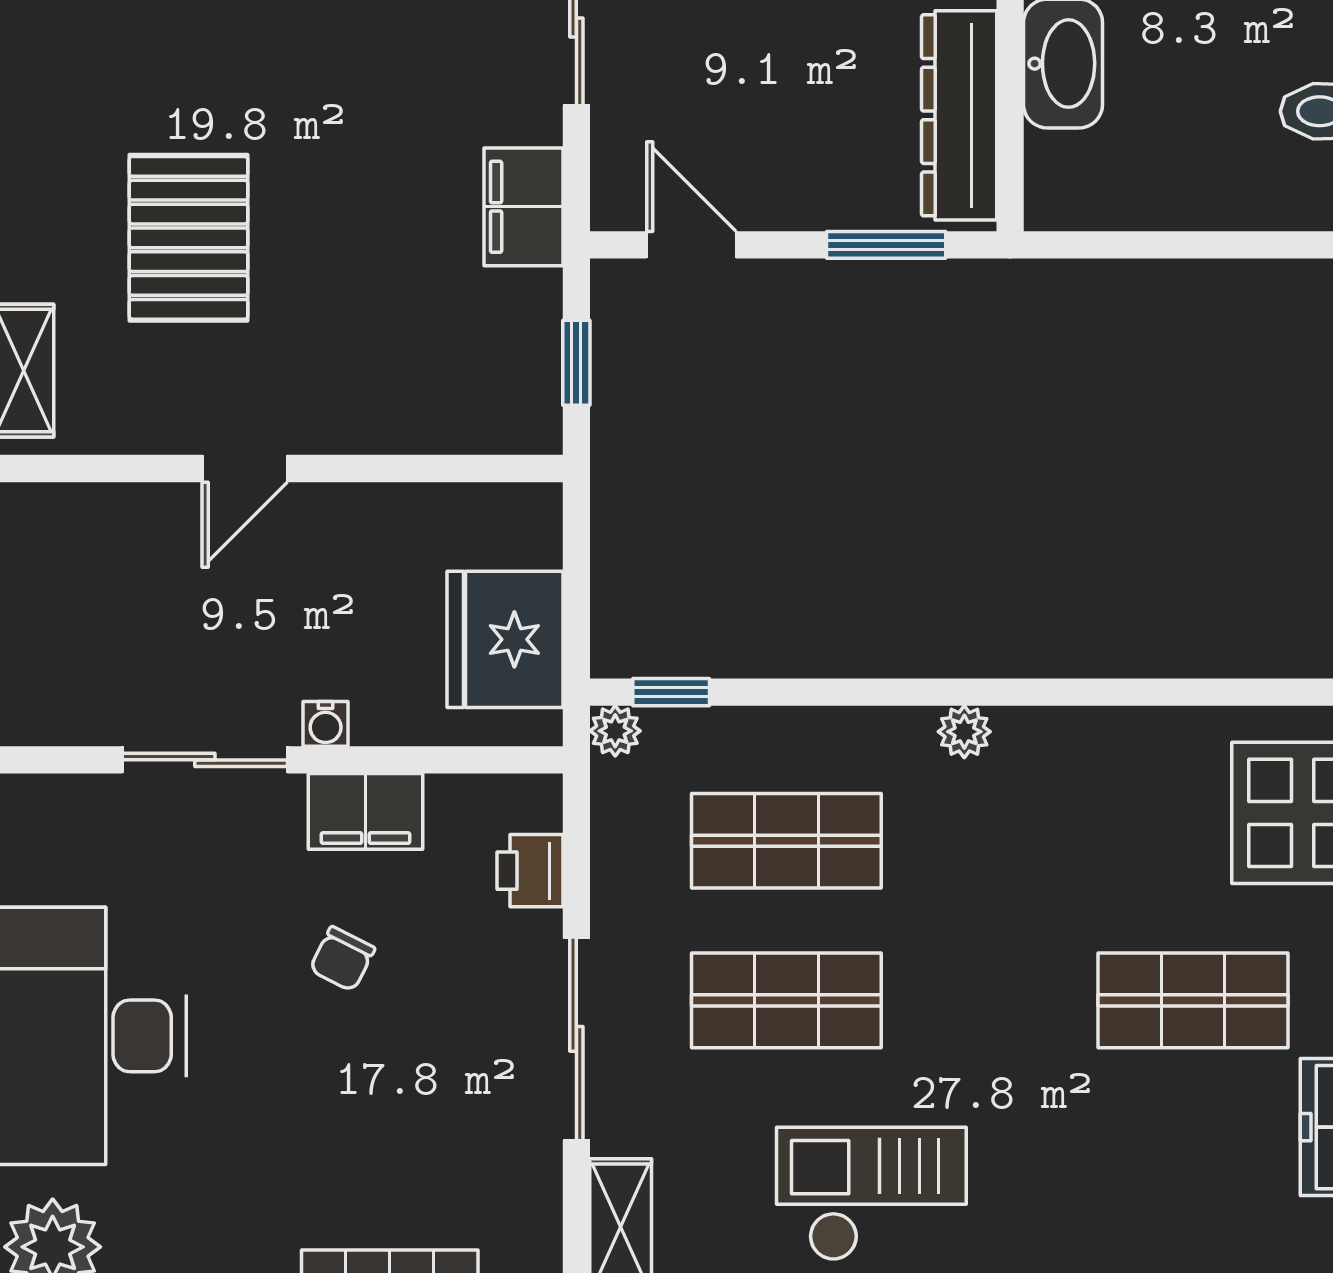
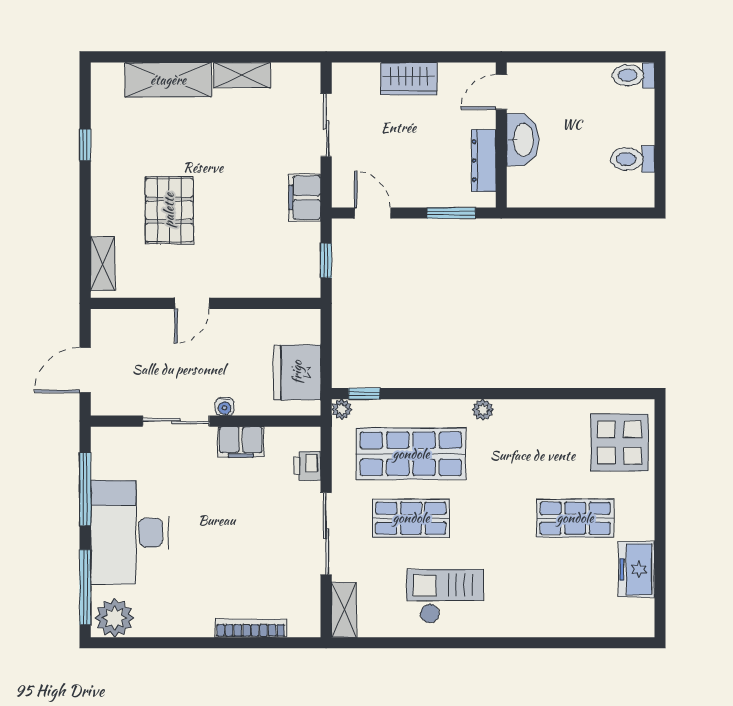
dresser: (959, 115) -> (484, 161), width x0.73, depth x0.80
shop shelf: (786, 841) -> (411, 454), width x1.43, depth x1.36
chair: (342, 959) -> (231, 501), removed

